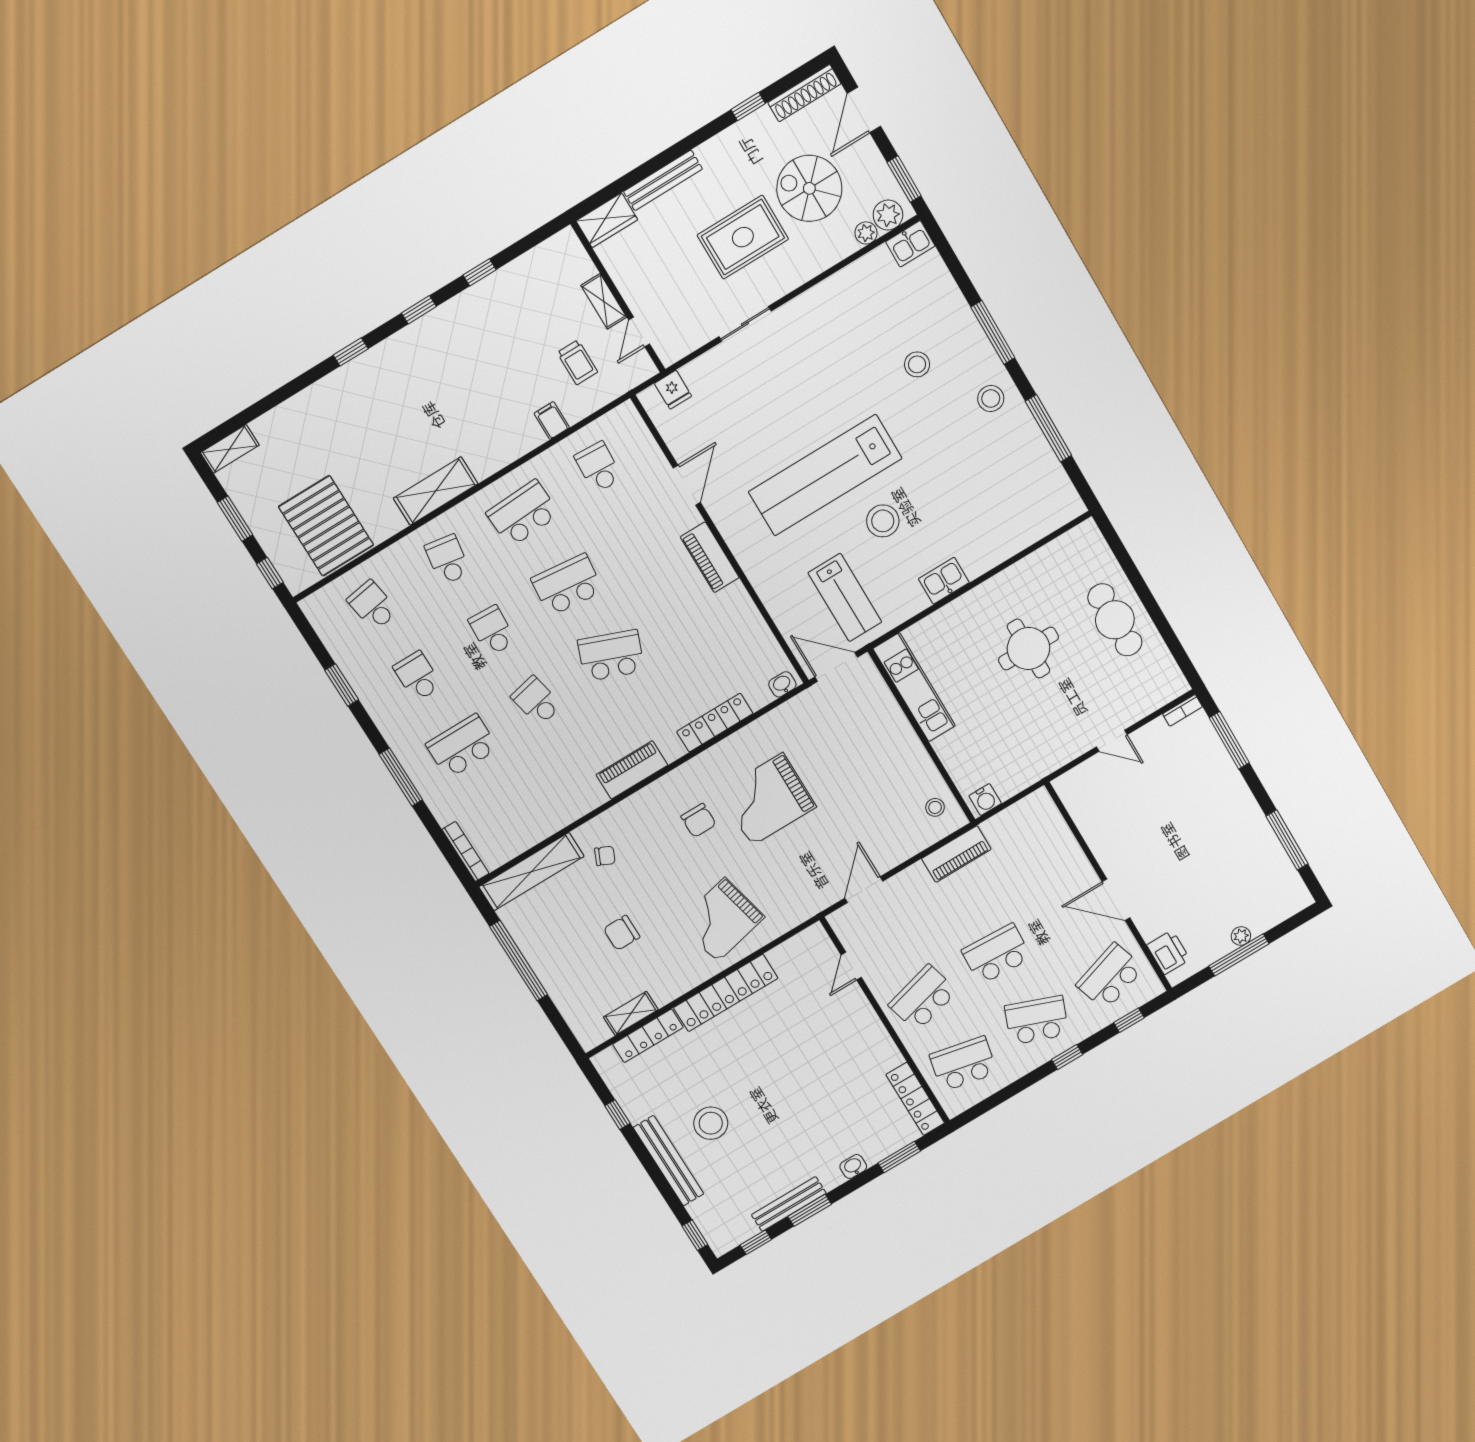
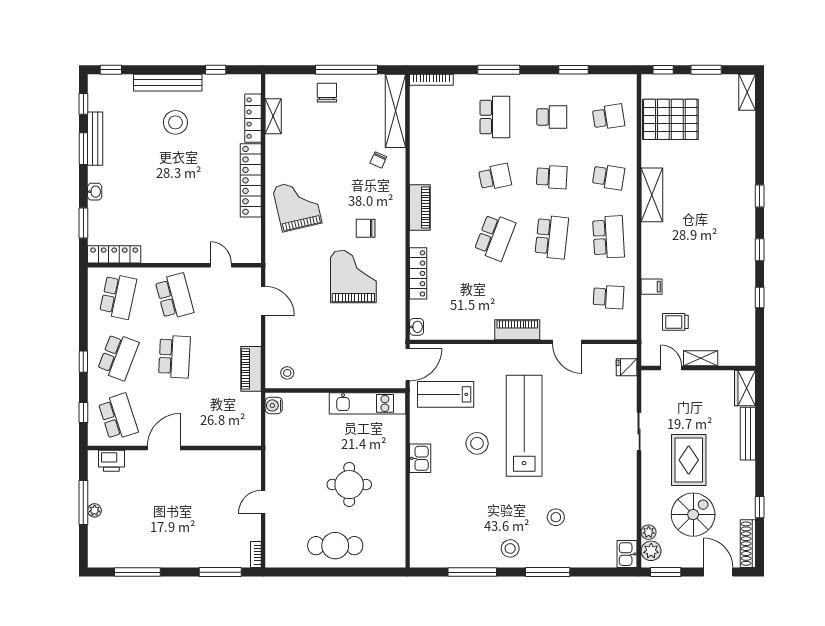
chair: (622, 933) -> (327, 93), moved

